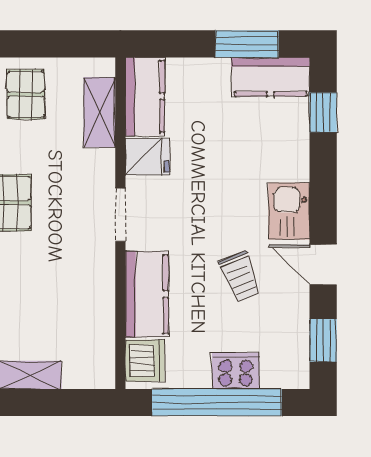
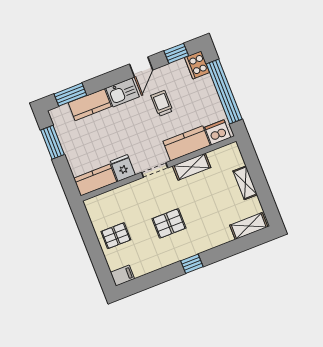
kitchen counter: (271, 77) -> (90, 105), moved, turned 90
shelving: (100, 112) -> (192, 167), moved
window: (323, 112) -> (70, 95), width x1.50
trolley: (240, 277) -> (162, 103), turned -68
cooker: (236, 371) -> (197, 65), moved

